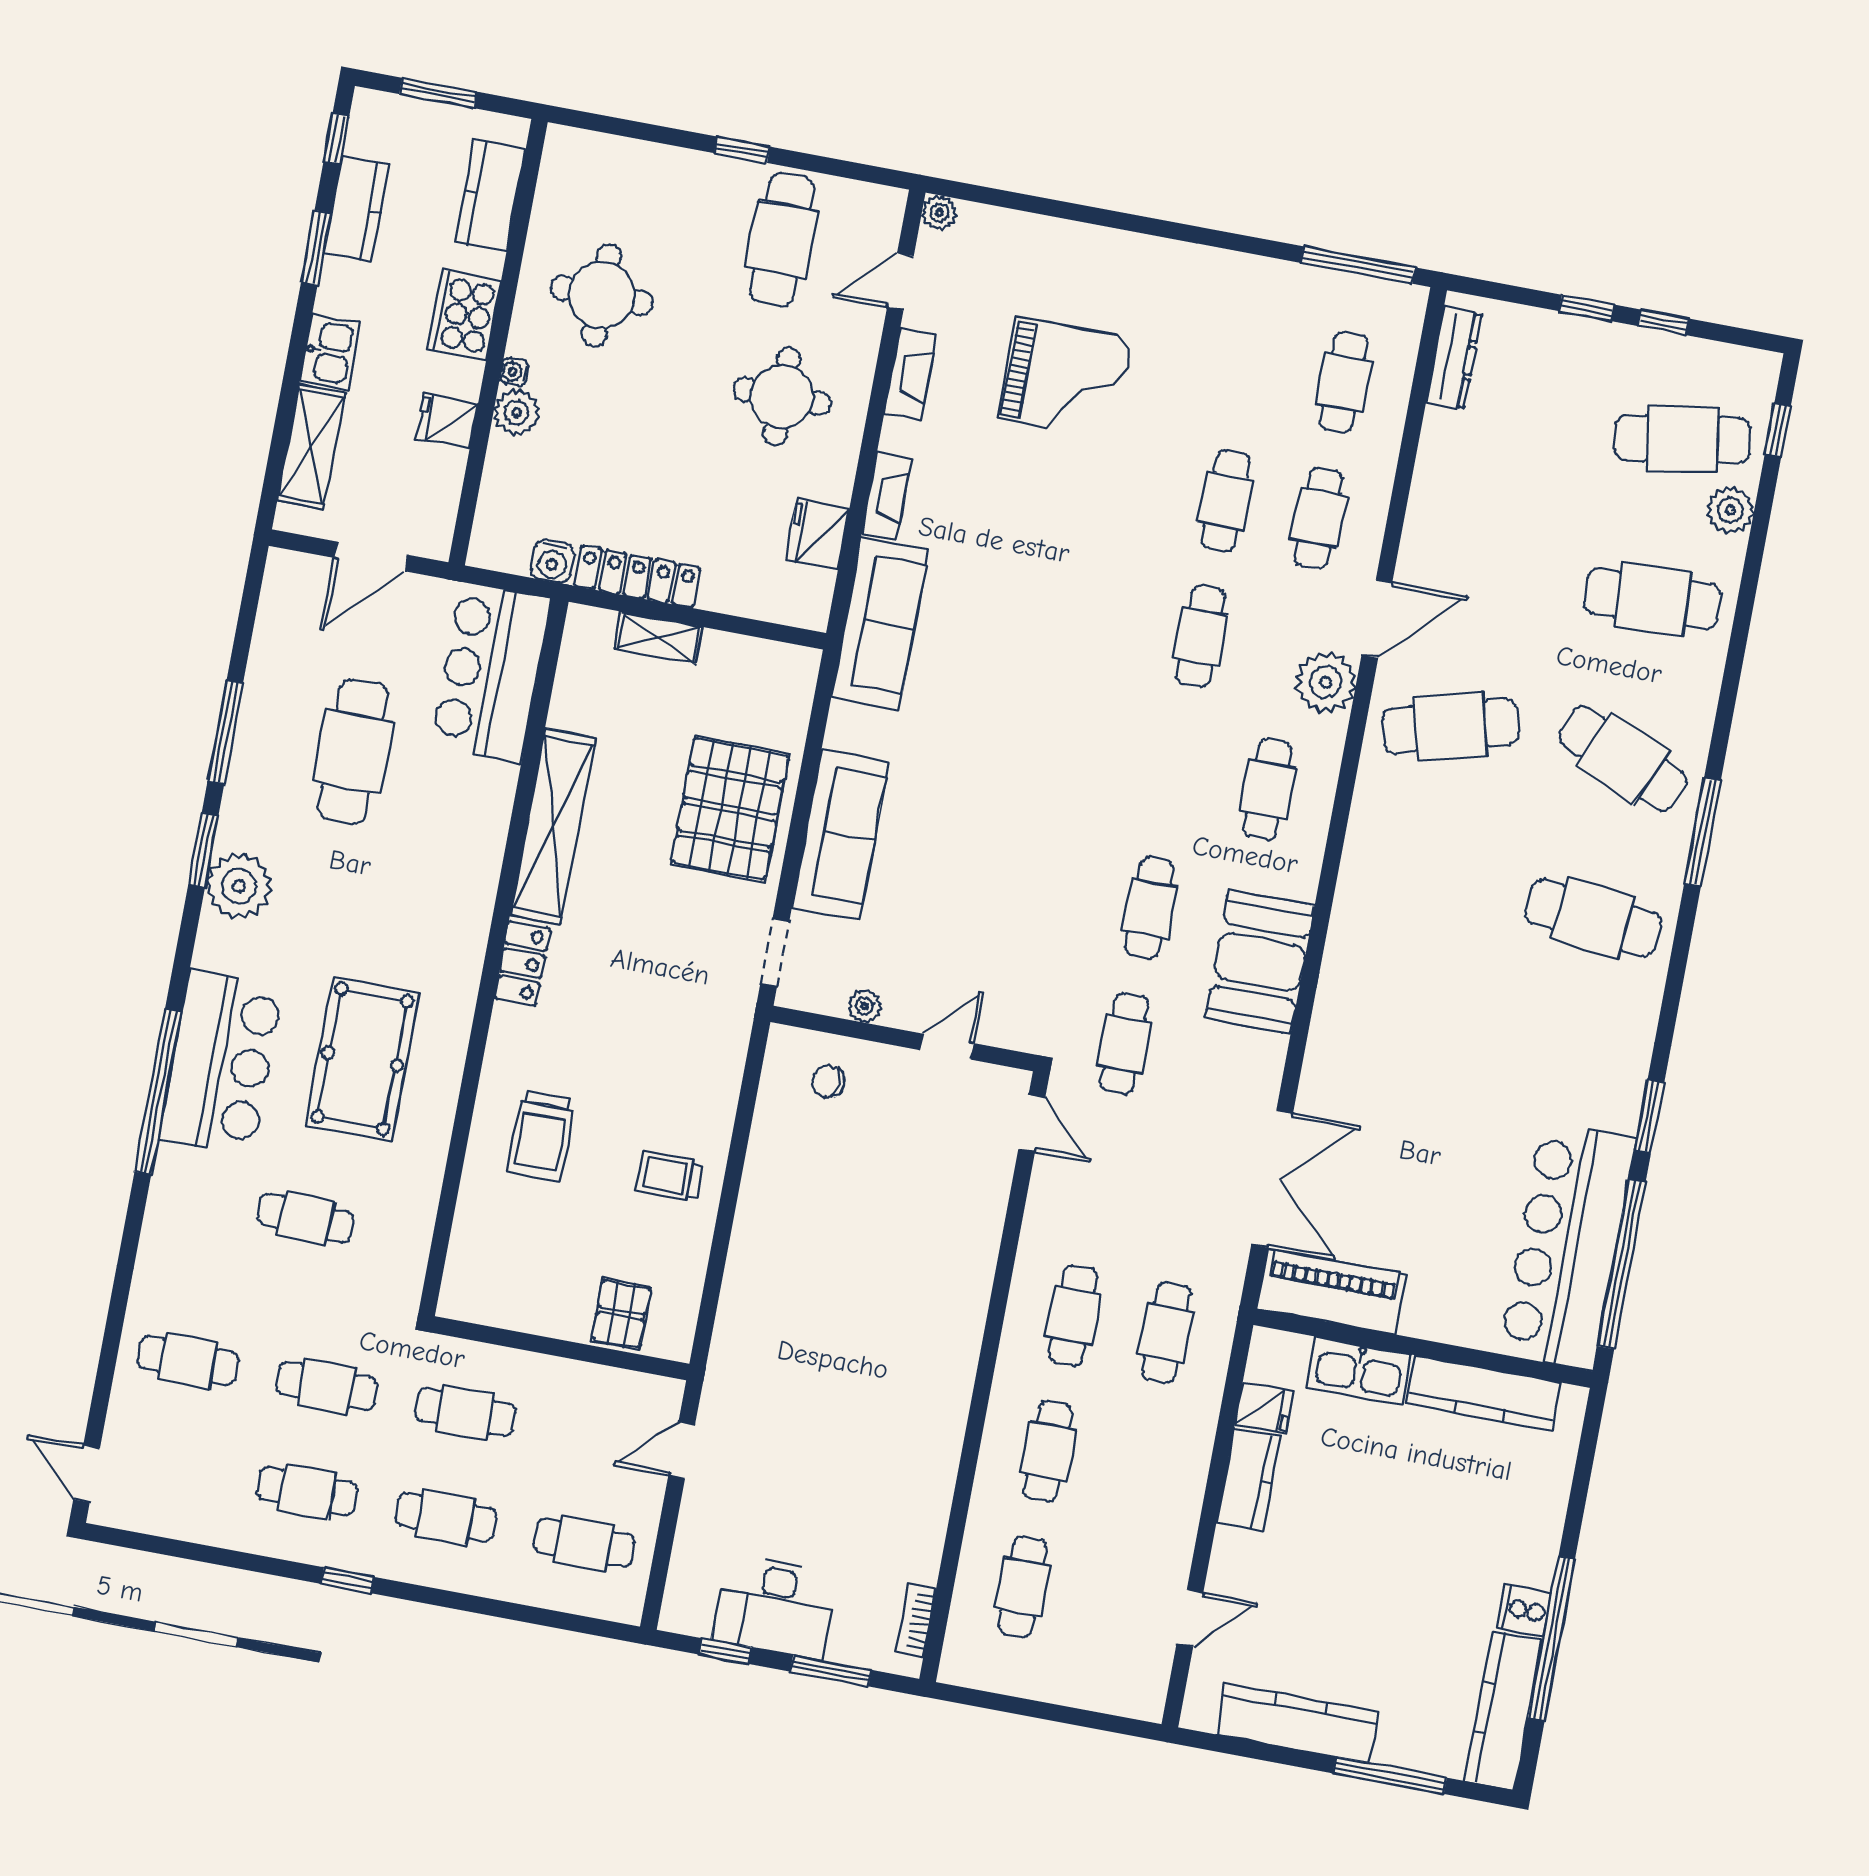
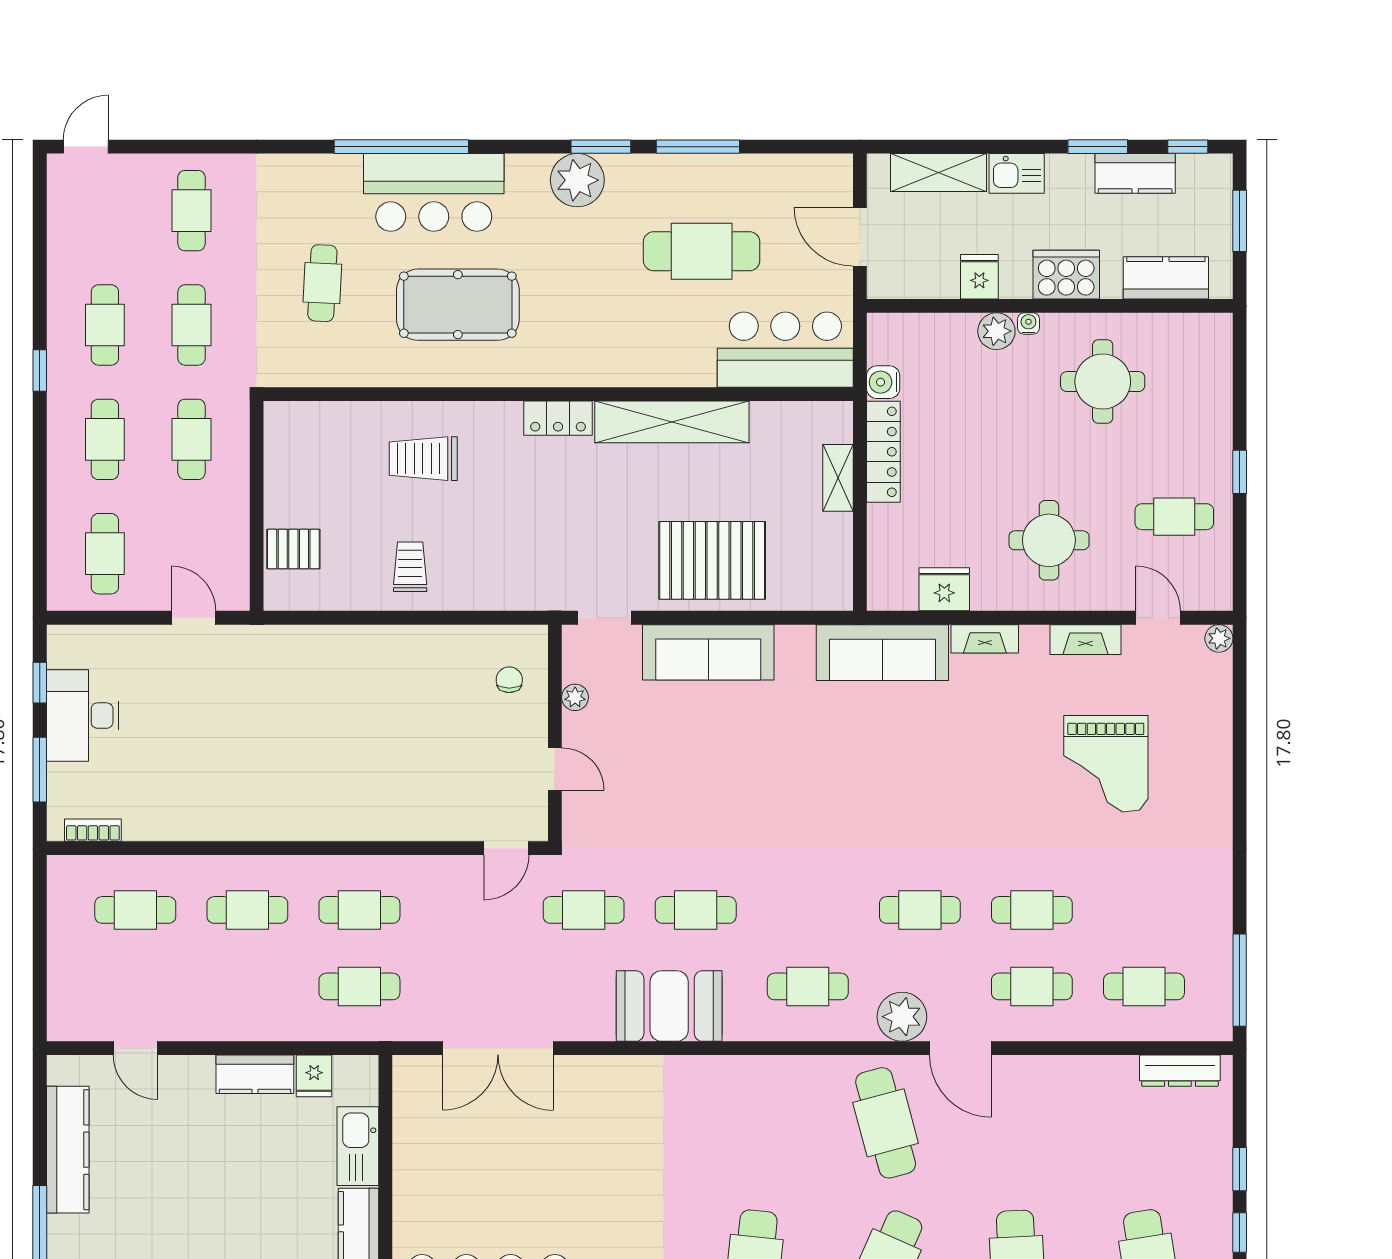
cafe table: (782, 239) -> (1174, 517), width x0.73, depth x0.74
piano: (1331, 1291) -> (417, 1112), removed

